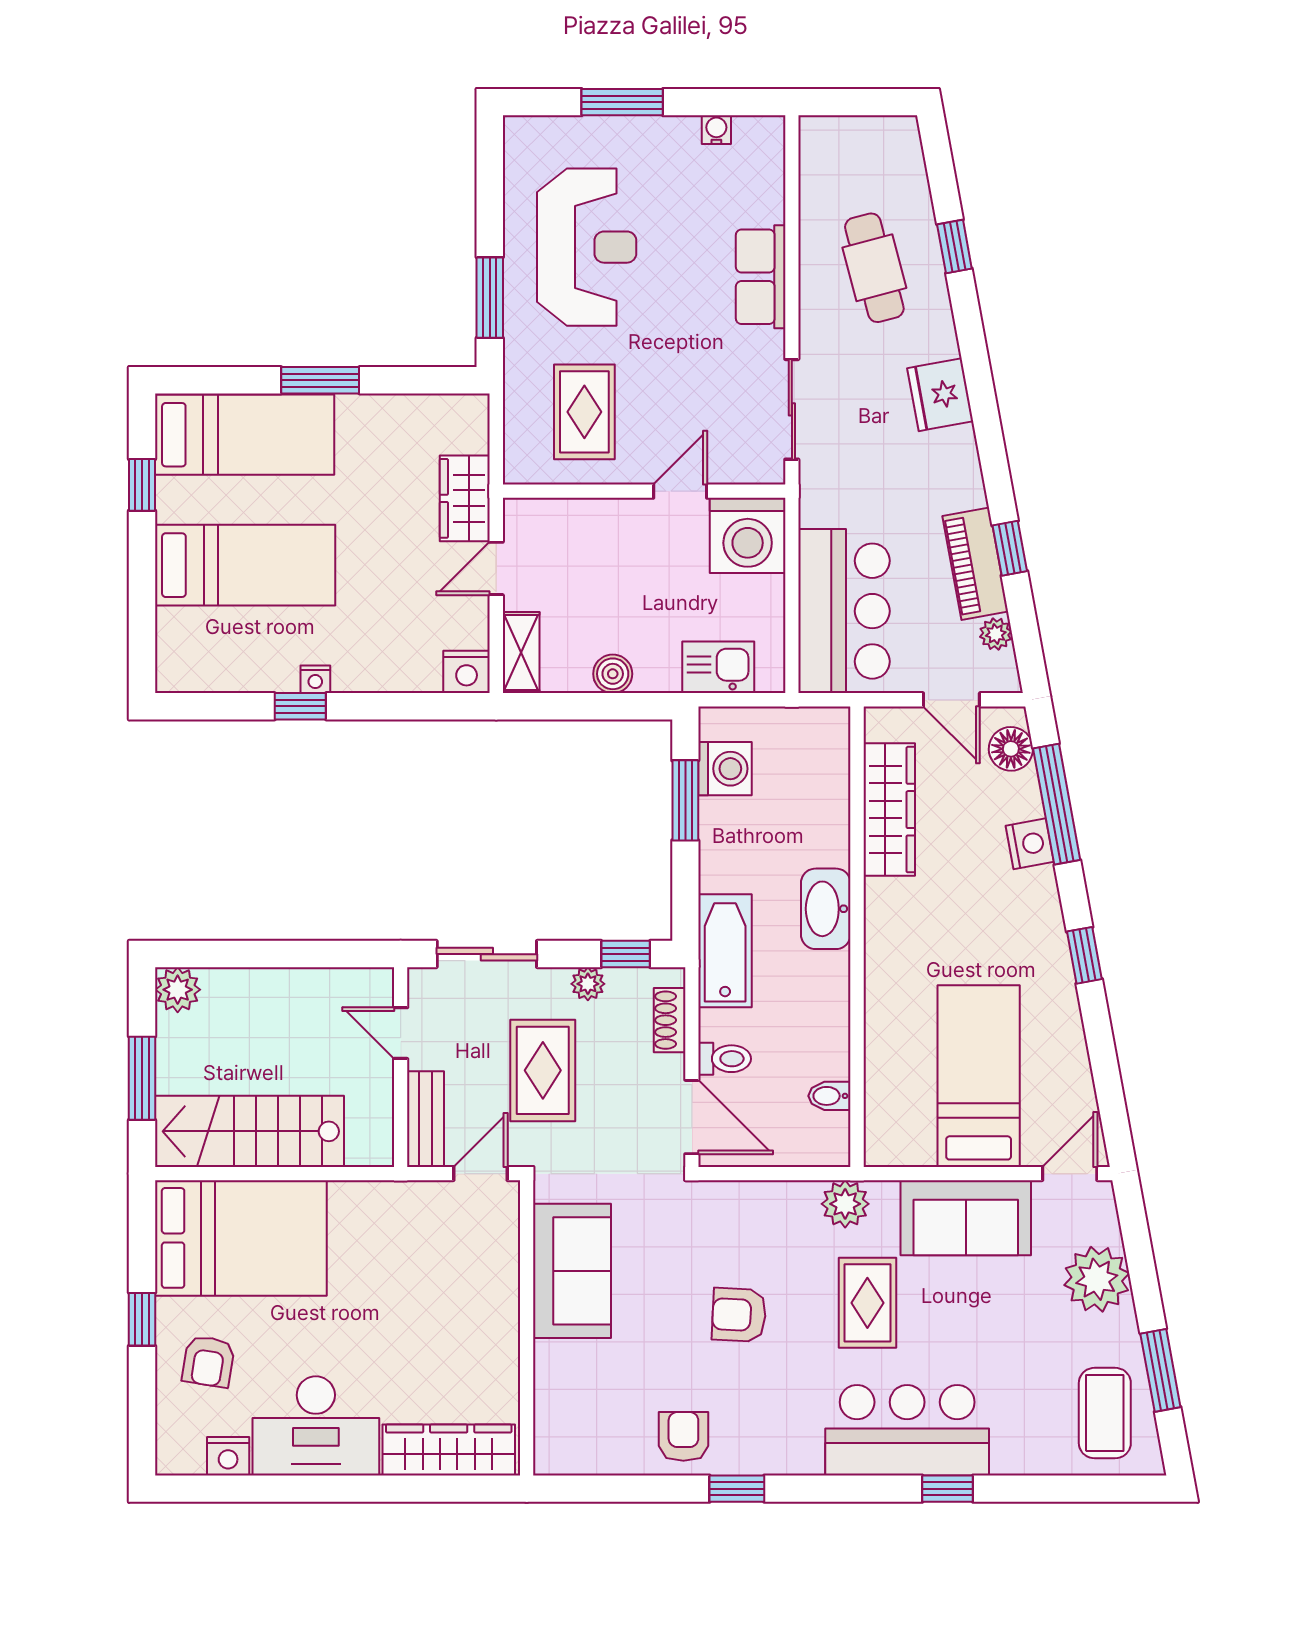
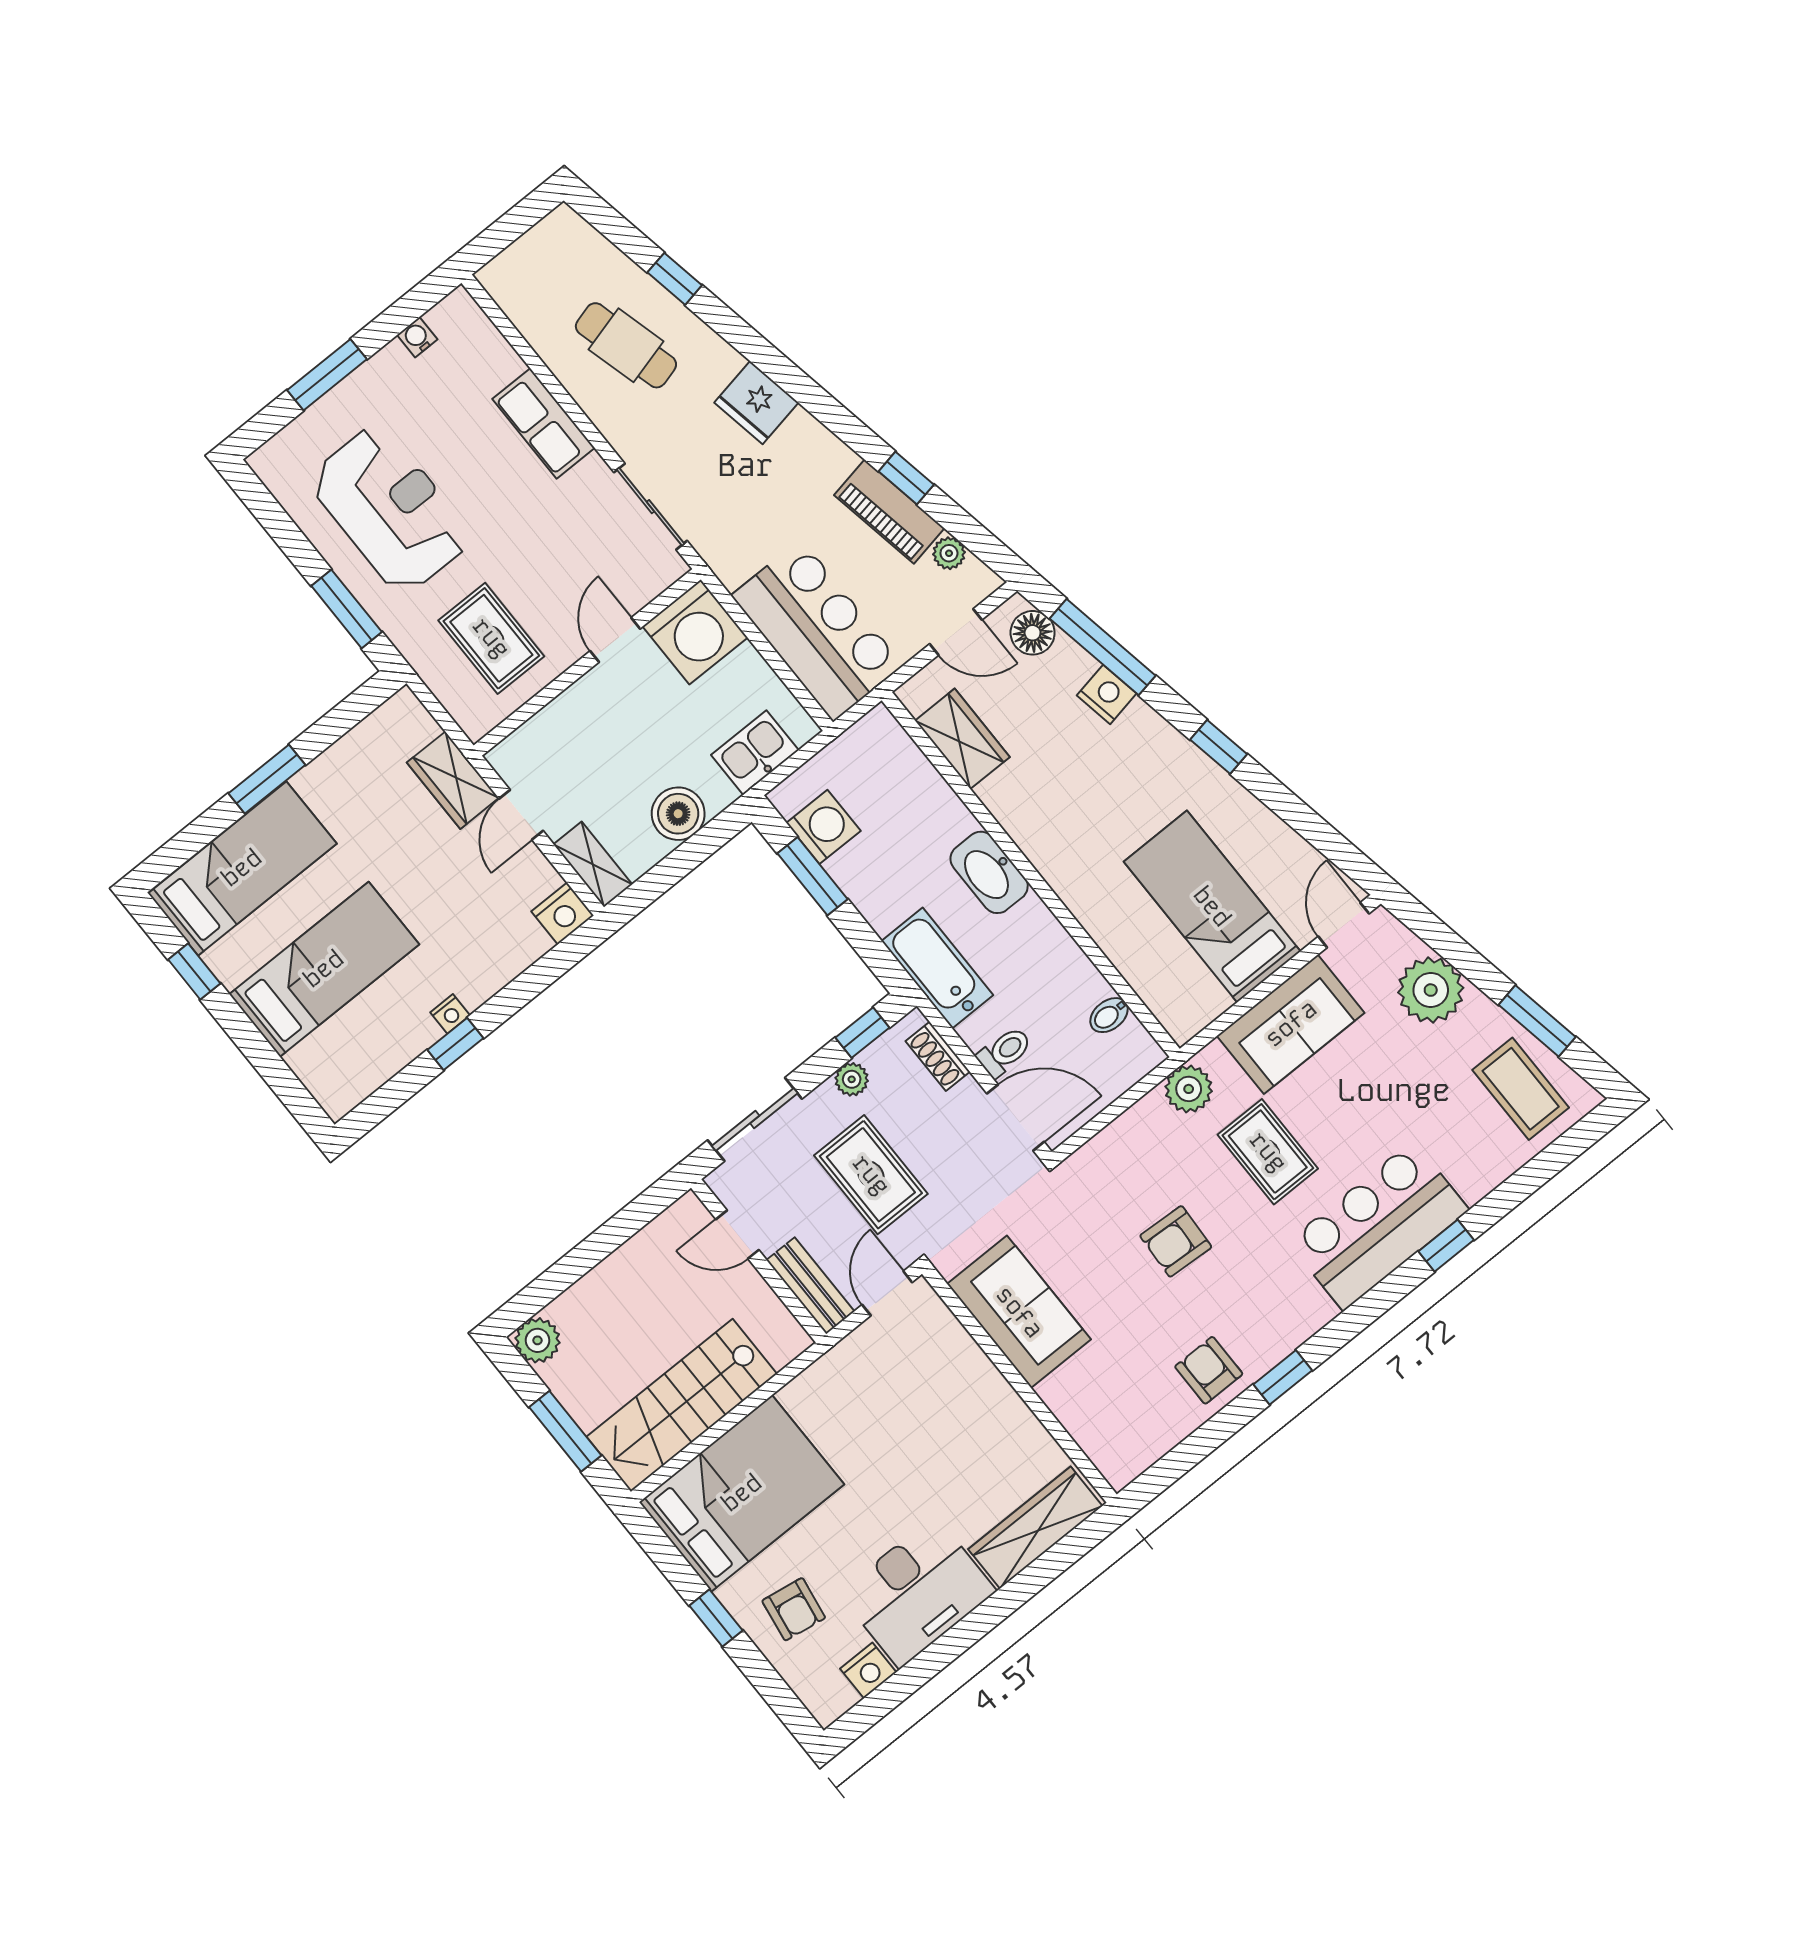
boiler: (613, 674) -> (678, 814), width x1.36, depth x1.36
wardrobe: (889, 810) -> (962, 739), width x0.67

